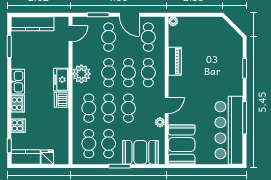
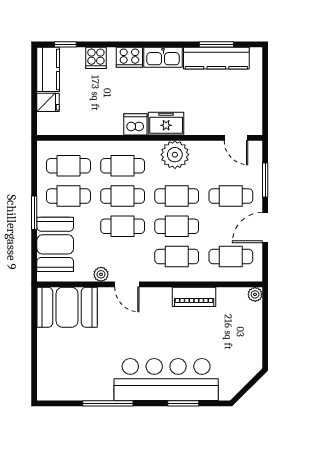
kitchen counter: (32, 24) -> (216, 58), moved, turned -90
bar counter: (229, 130) -> (166, 380), moved

